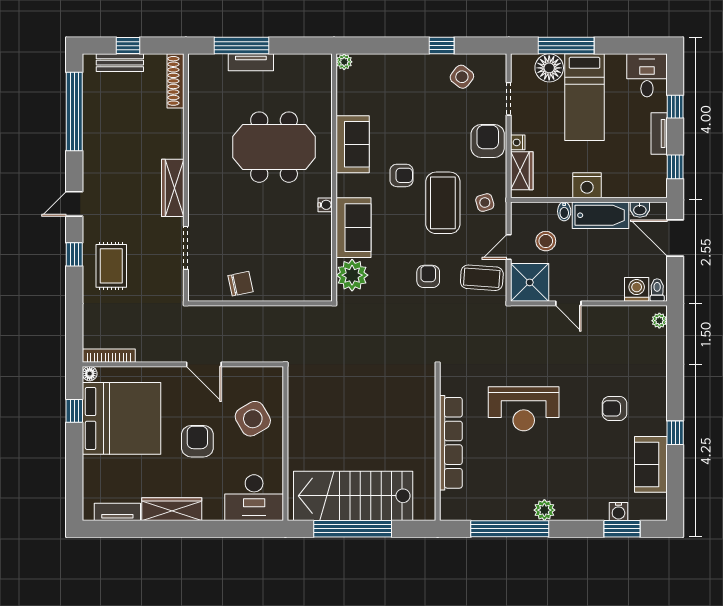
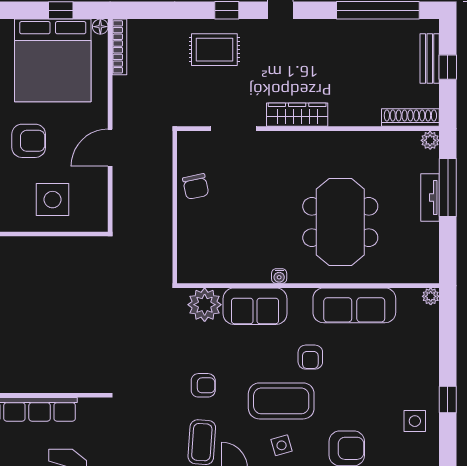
plant: (197, 62) -> (430, 140), added
side table: (462, 77) -> (415, 421), turned -38
sofa: (353, 144) -> (354, 305), width x1.36
side table: (253, 419) -> (53, 200), turned 30

